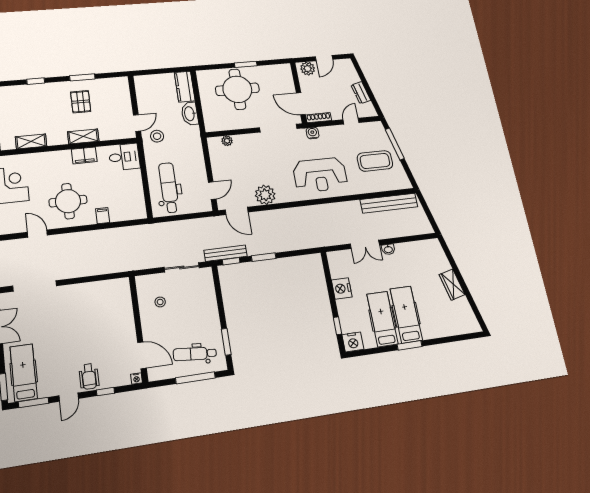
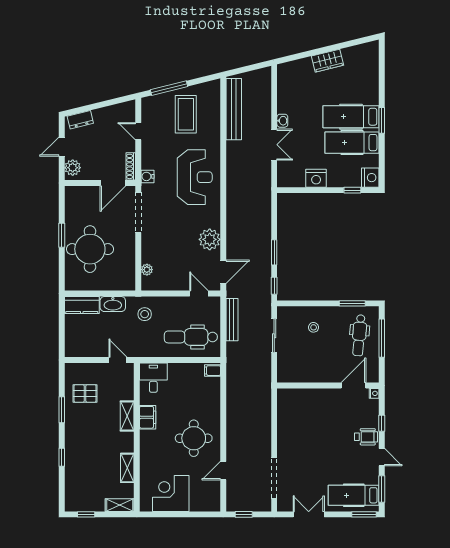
door: (324, 58) -> (62, 147), swing flipped
dresser: (361, 93) -> (80, 120), moved
pallet: (81, 102) -> (85, 393), moved
stool: (157, 136) -> (145, 314), moved
filing cabinet: (103, 216) -> (212, 371), moved
bench: (226, 253) -> (232, 320), moved
stool: (160, 302) -> (314, 327), moved

